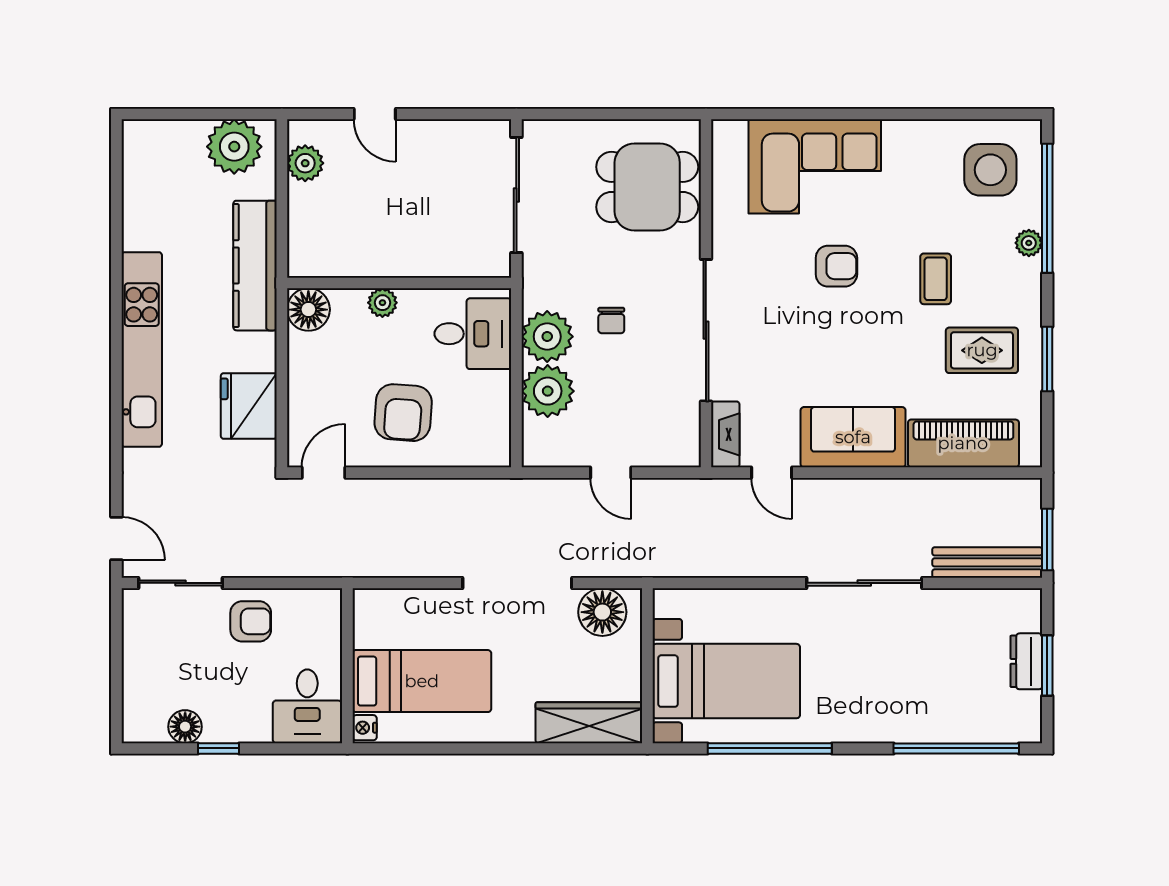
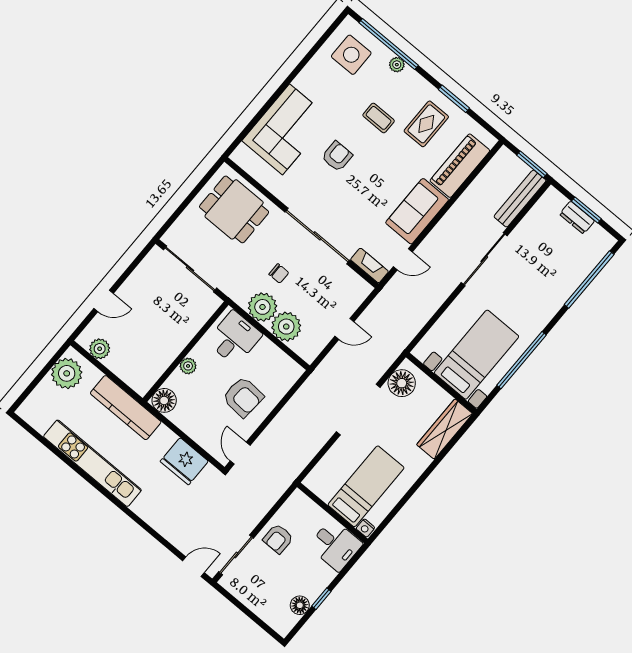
dining table: (647, 187) -> (234, 209), turned 90
kitchen unit: (142, 349) -> (92, 463), moved
armchair: (251, 621) -> (278, 539), turned 180

